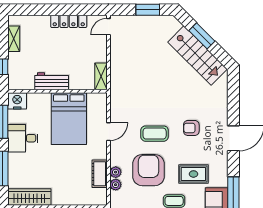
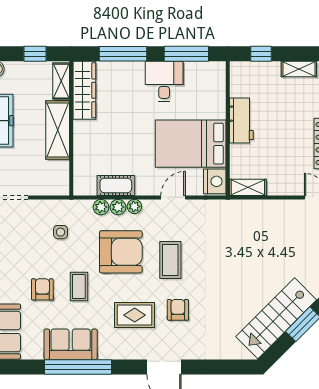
nightstand: (17, 101) -> (215, 181), moved
door: (108, 132) -> (173, 197), swing flipped
plant: (115, 160) -> (134, 206), added
rug: (193, 174) -> (135, 315), moved, turned 90

